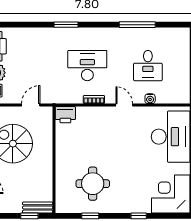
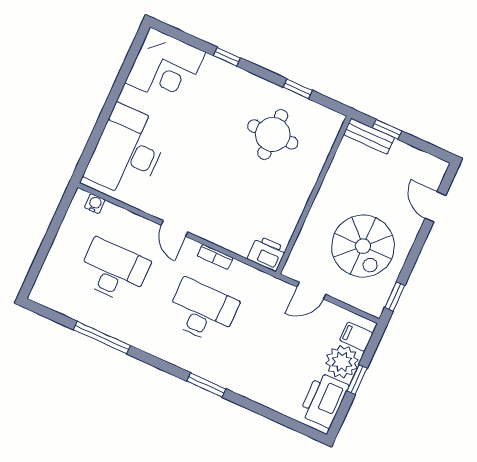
desk: (87, 66) -> (202, 311), turned 180
desk: (148, 66) -> (114, 271), width x1.37
water cooler: (150, 99) -> (95, 204), moved

